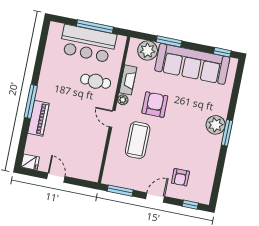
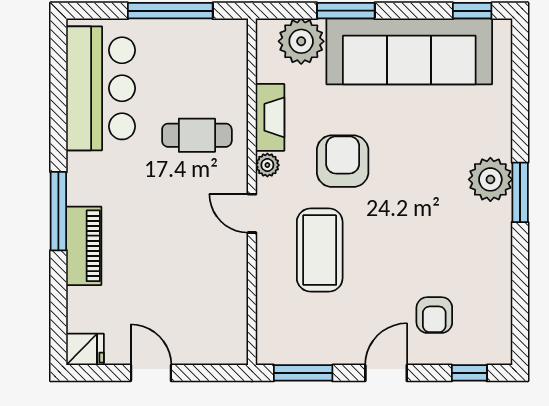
bar counter: (88, 44) -> (101, 88), moved, turned -90

